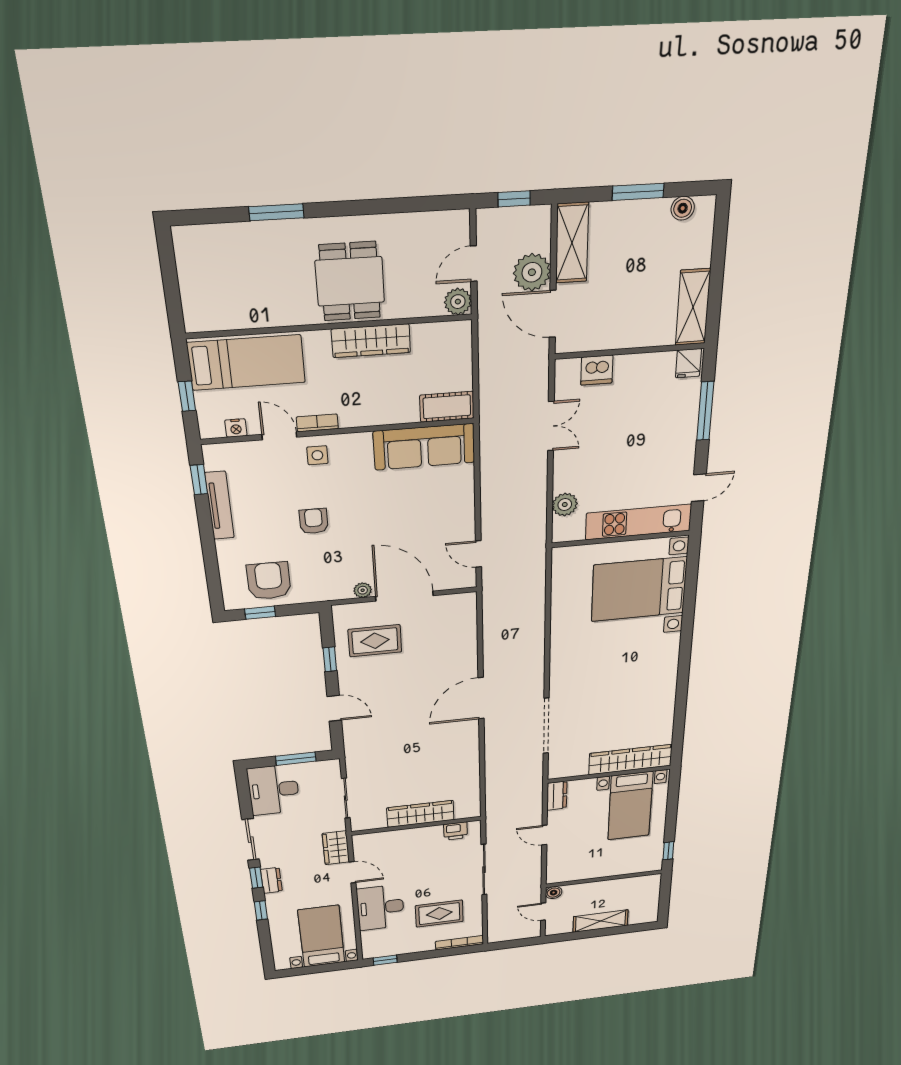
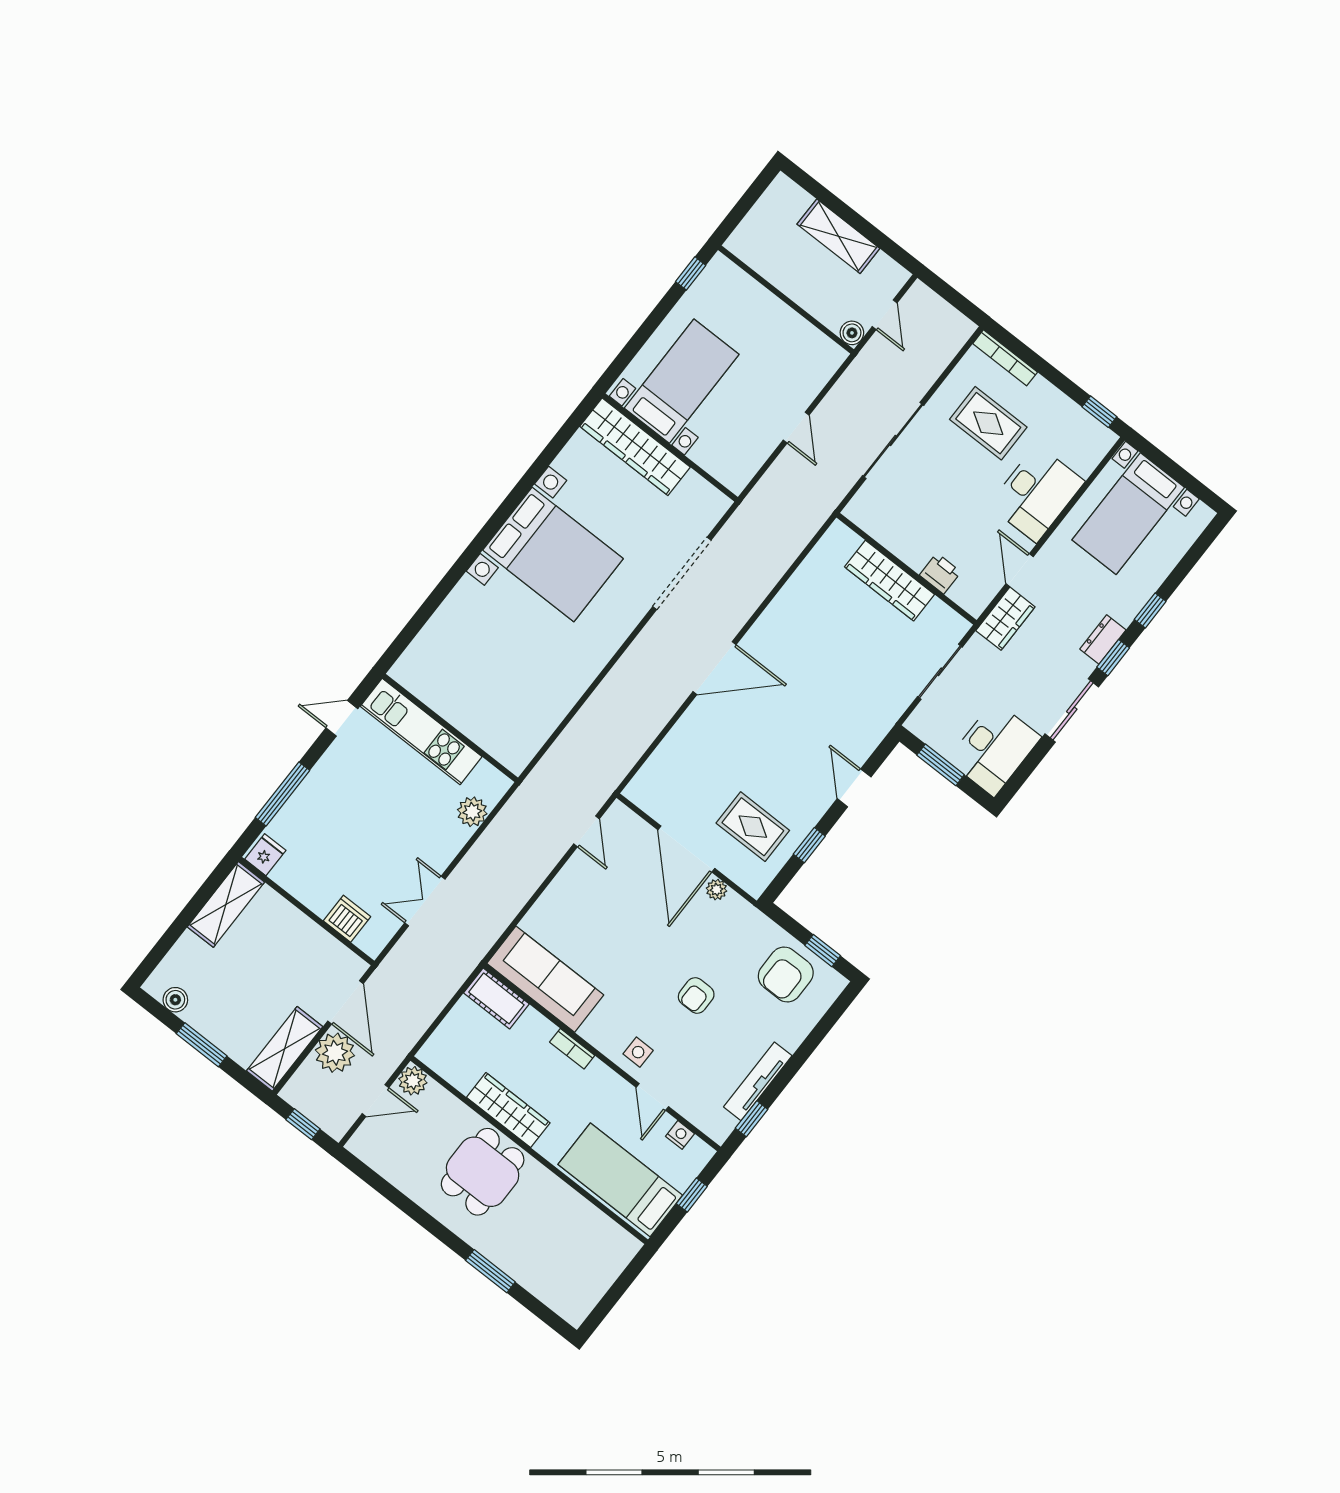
bookcase: (317, 423) -> (572, 1049), moved
bed with nightstands: (639, 589) -> (553, 554), moved
dresser: (557, 796) -> (742, 470), removed
printer: (456, 831) -> (940, 574), moved

